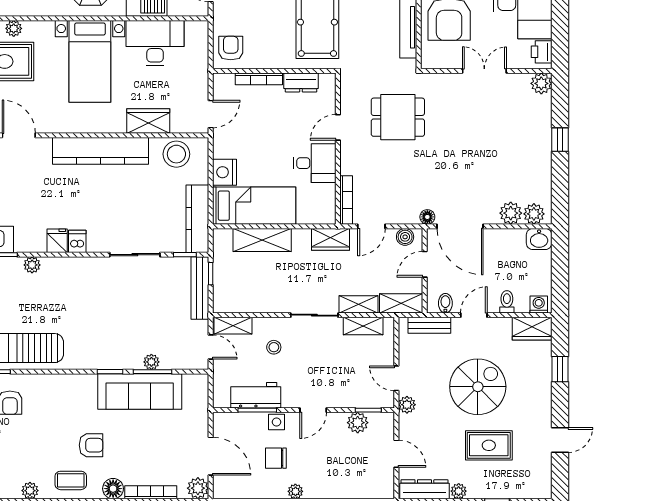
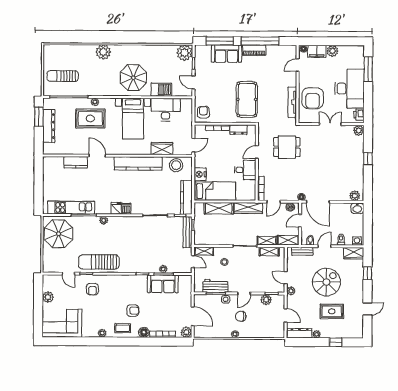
plant: (511, 213) -> (343, 195), removed
wardrobe: (330, 239) -> (248, 208), width x1.50
sofa: (140, 392) -> (163, 284), width x0.73
chair: (276, 458) -> (241, 316), moved

